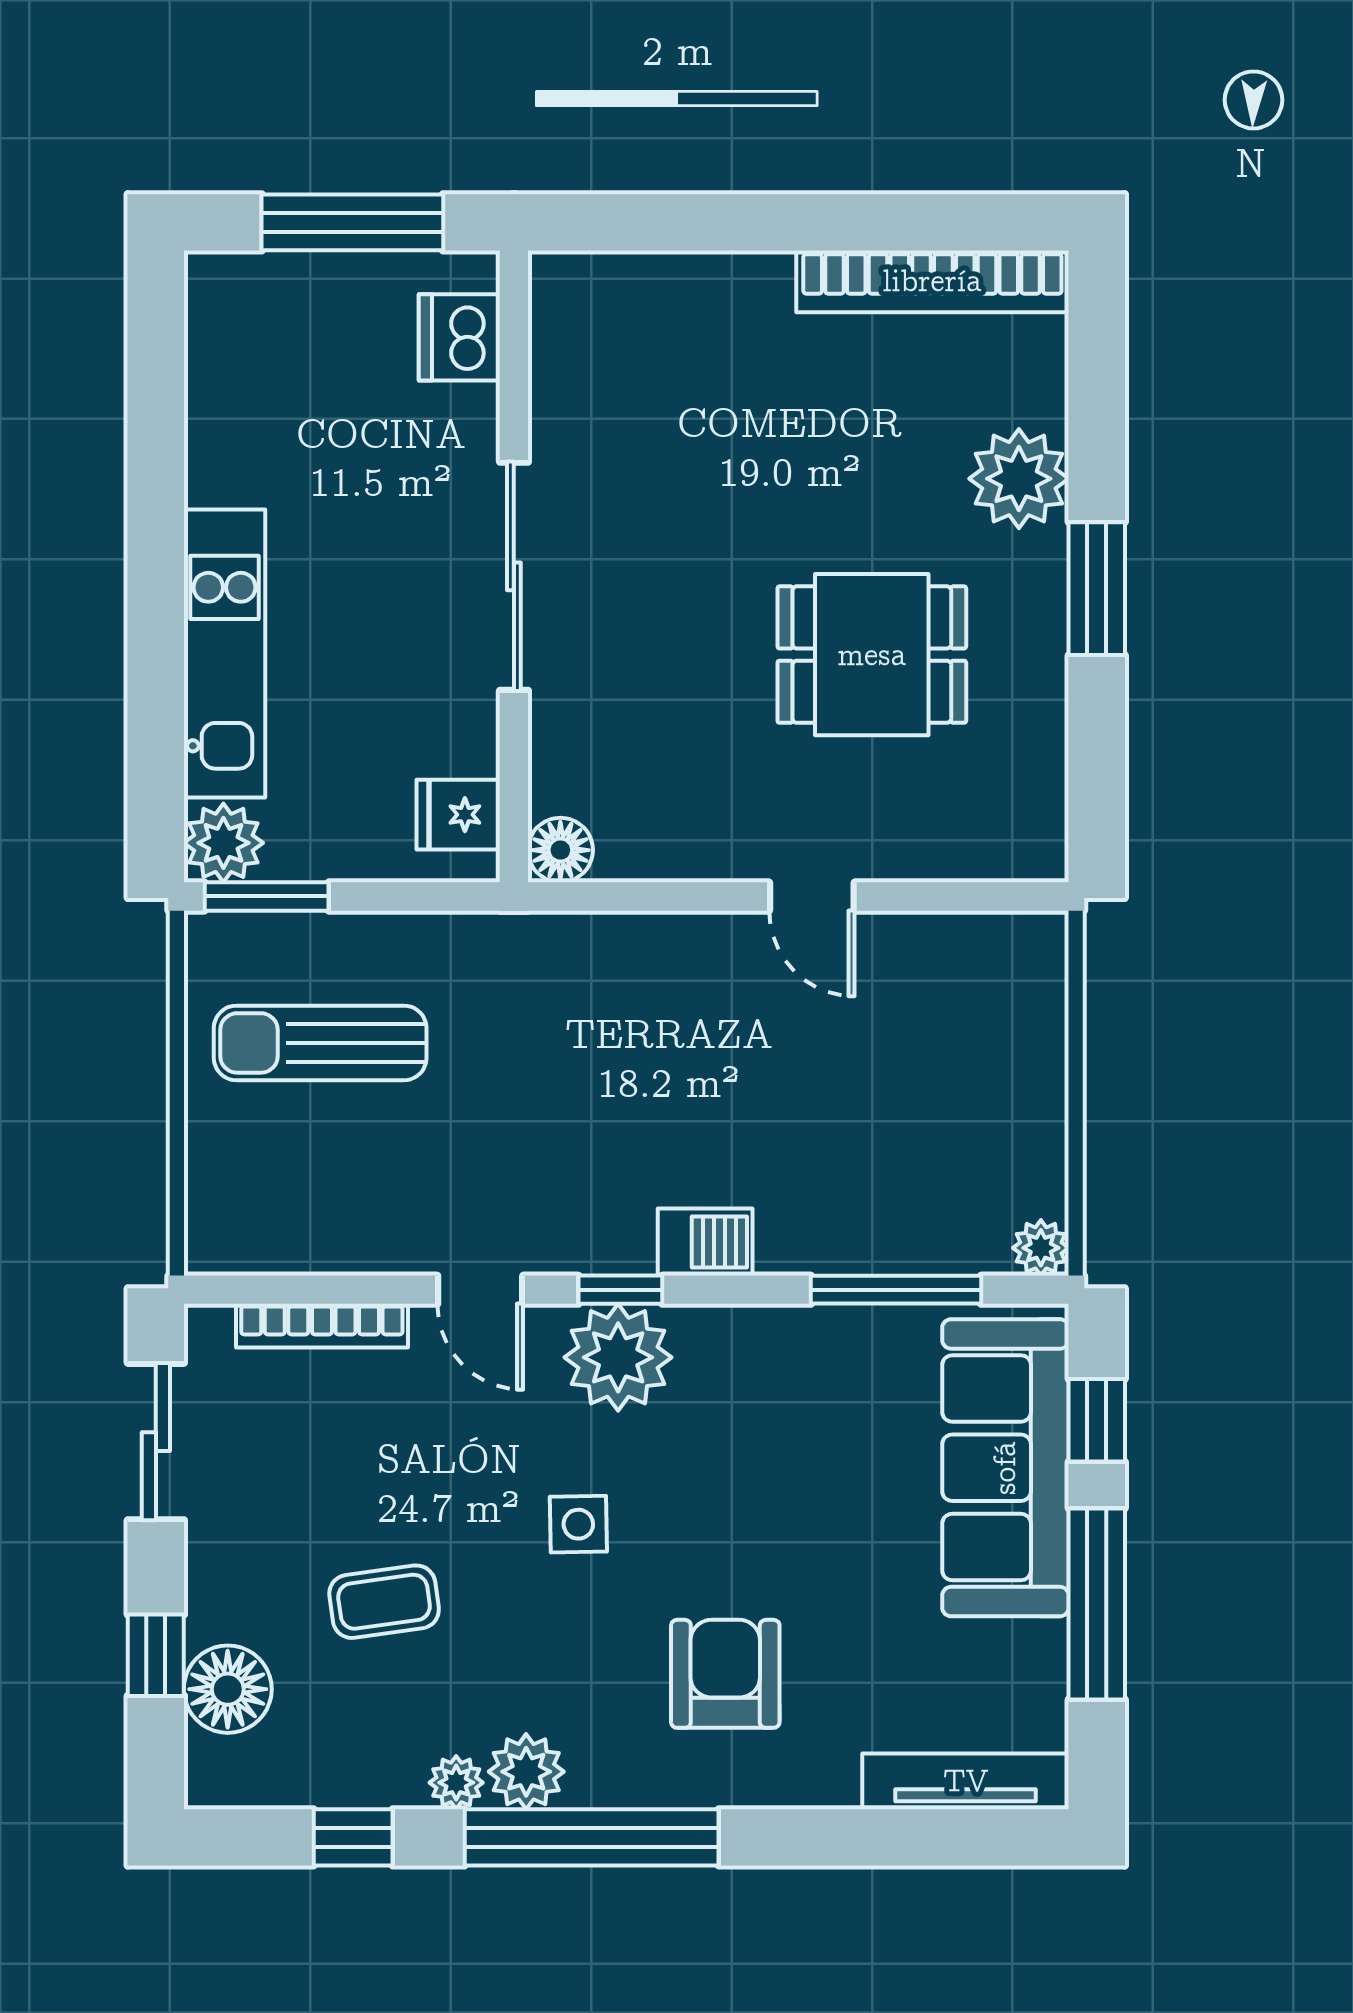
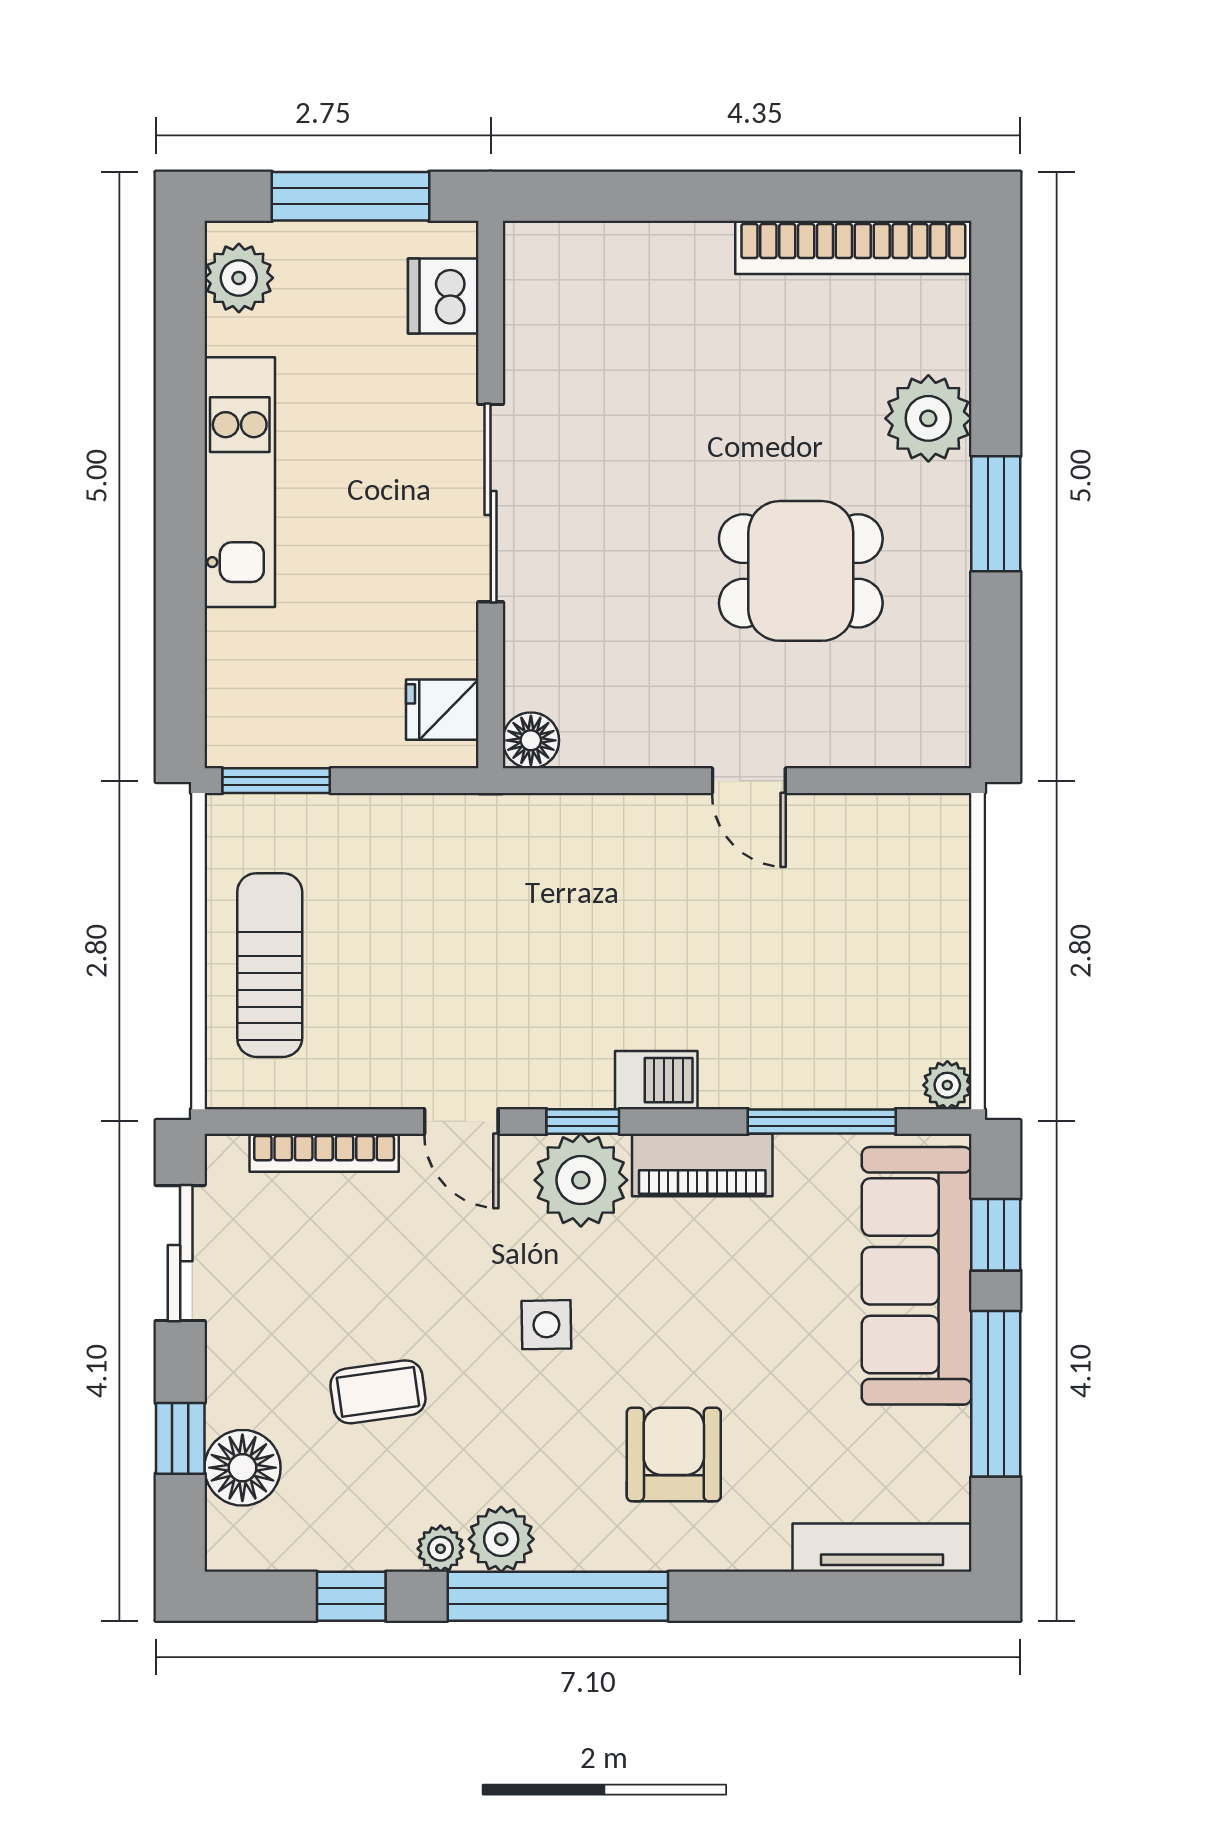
kitchen unit: (225, 654) -> (240, 482), moved
plant: (223, 843) -> (239, 278), moved
sun lounger: (320, 1043) -> (270, 965), moved, turned 90
piano: (758, 1340) -> (702, 1165), added

